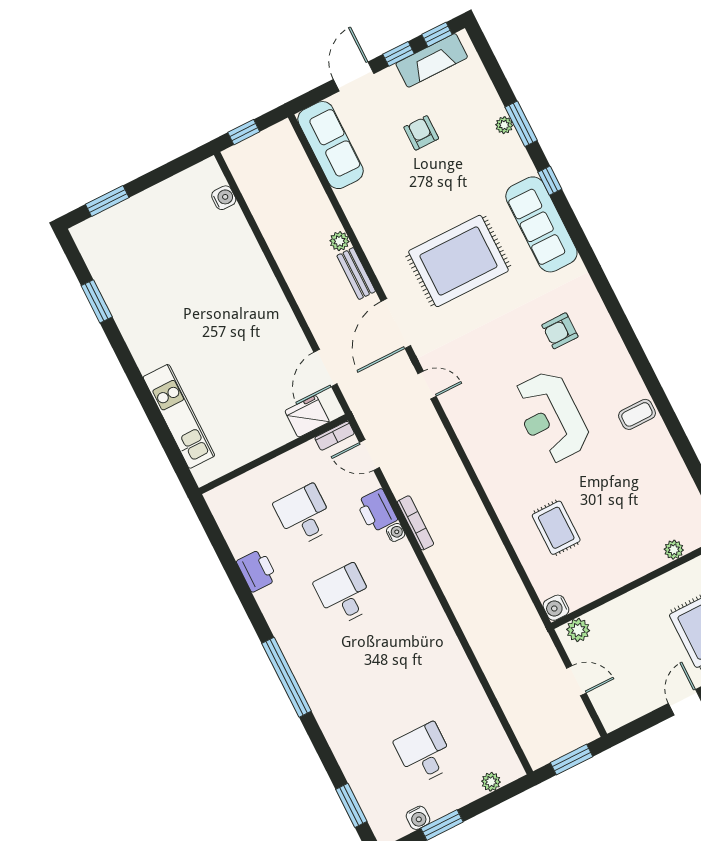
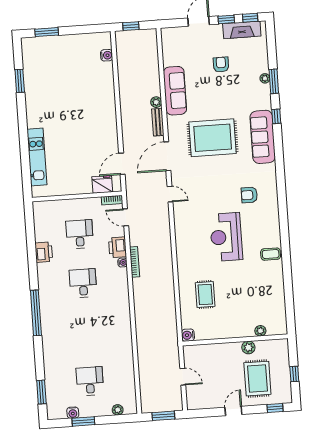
sofa: (331, 145) -> (175, 91), moved
plant: (578, 630) -> (248, 347), moved

